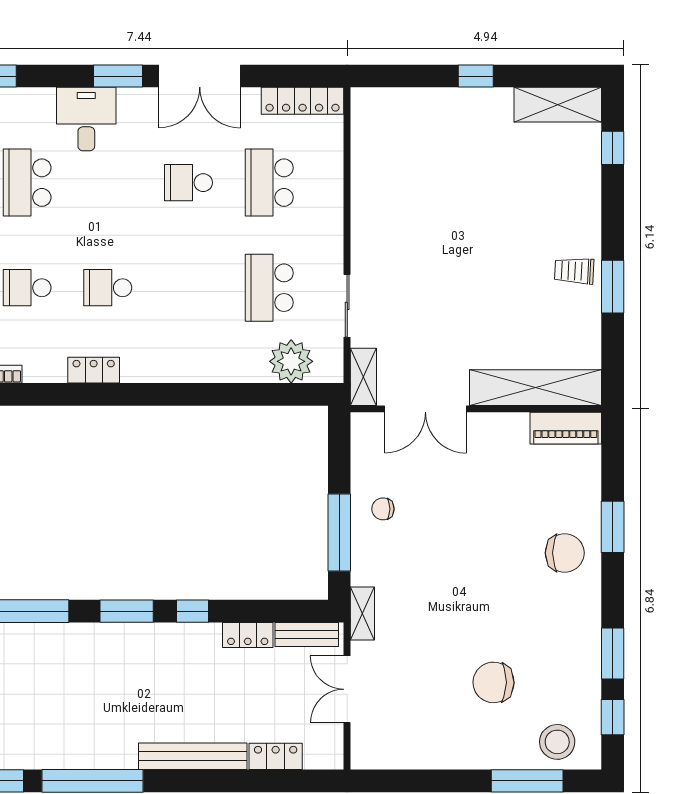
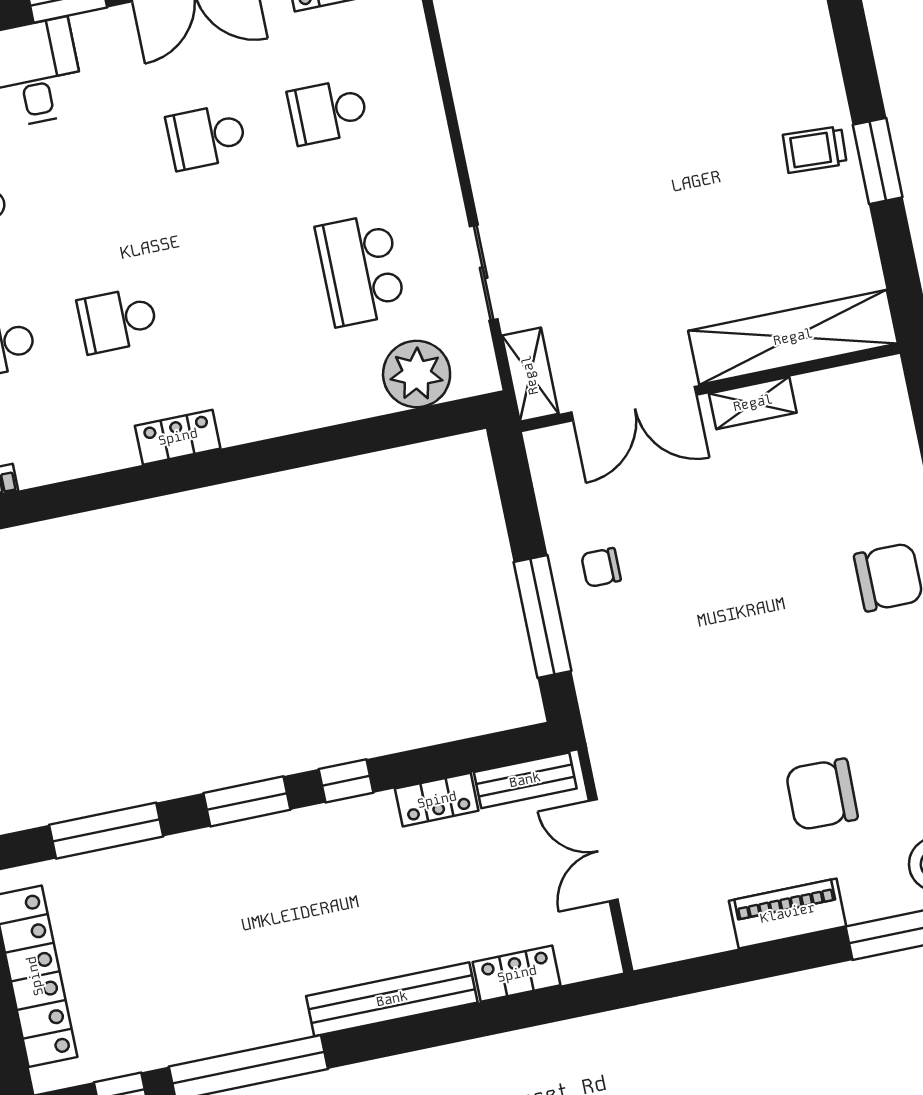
school desk: (269, 183) -> (328, 112), width x0.54
locker: (94, 370) -> (178, 437), moved
piano: (566, 428) -> (788, 913), moved, turned 180
shelving: (362, 613) -> (753, 403), moved, turned 90

